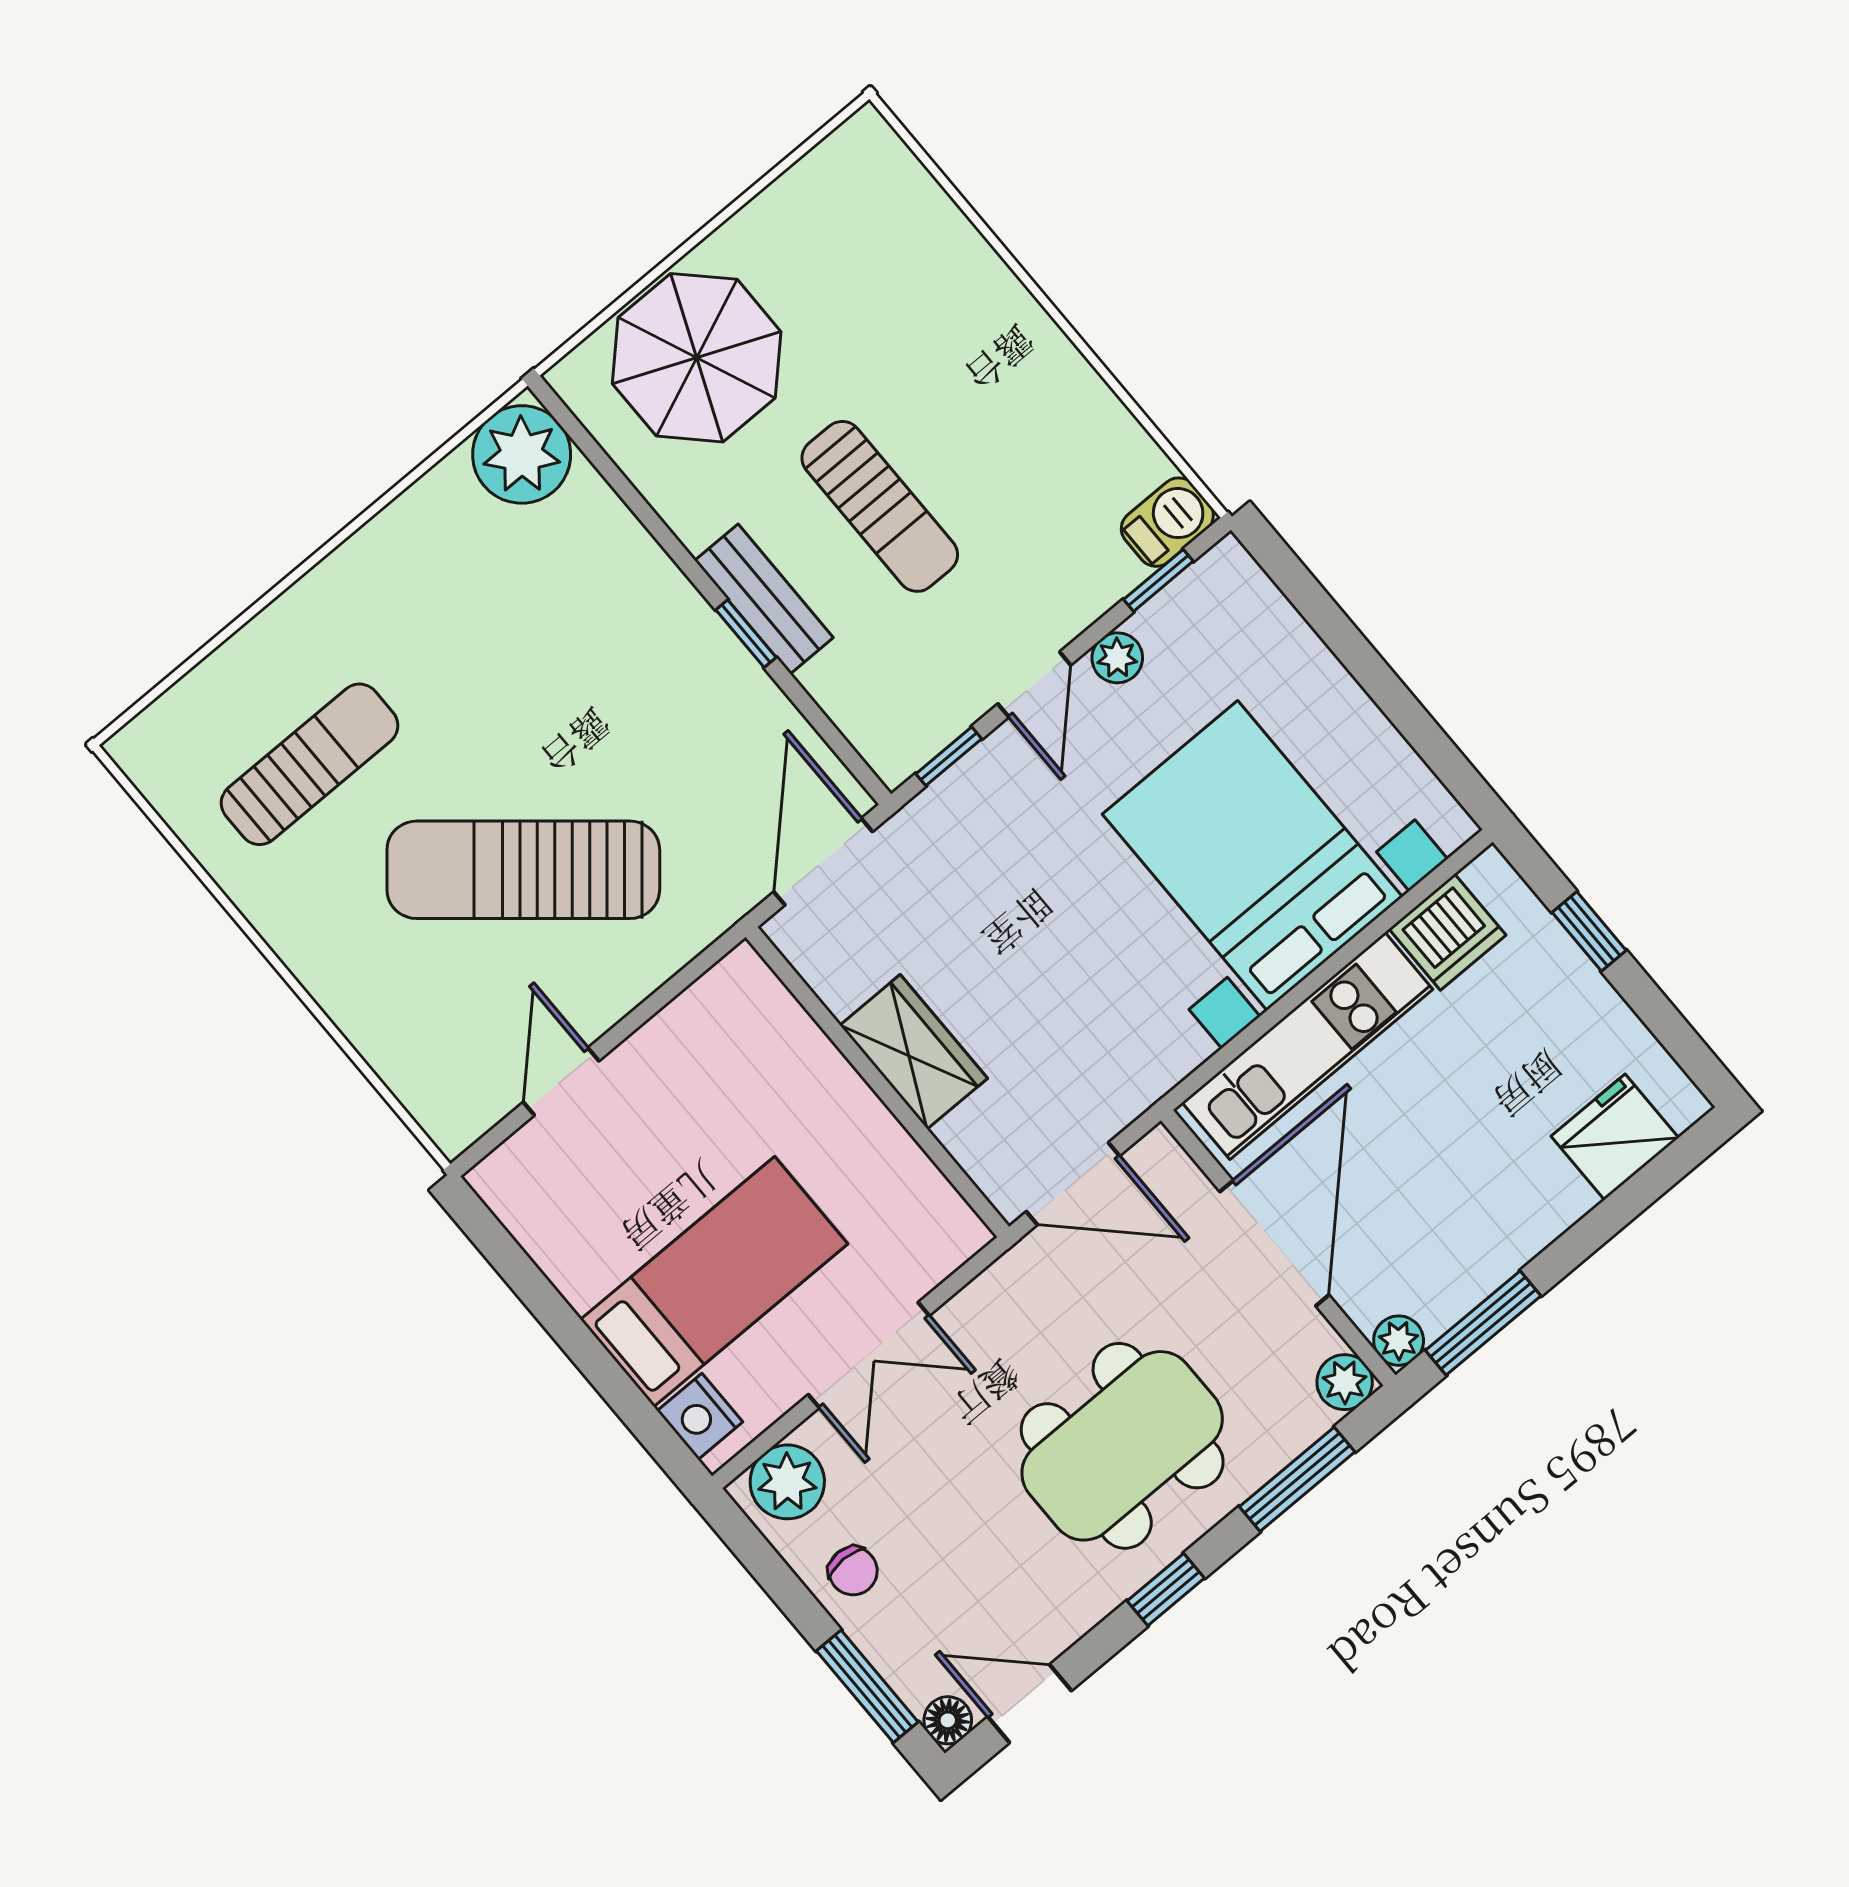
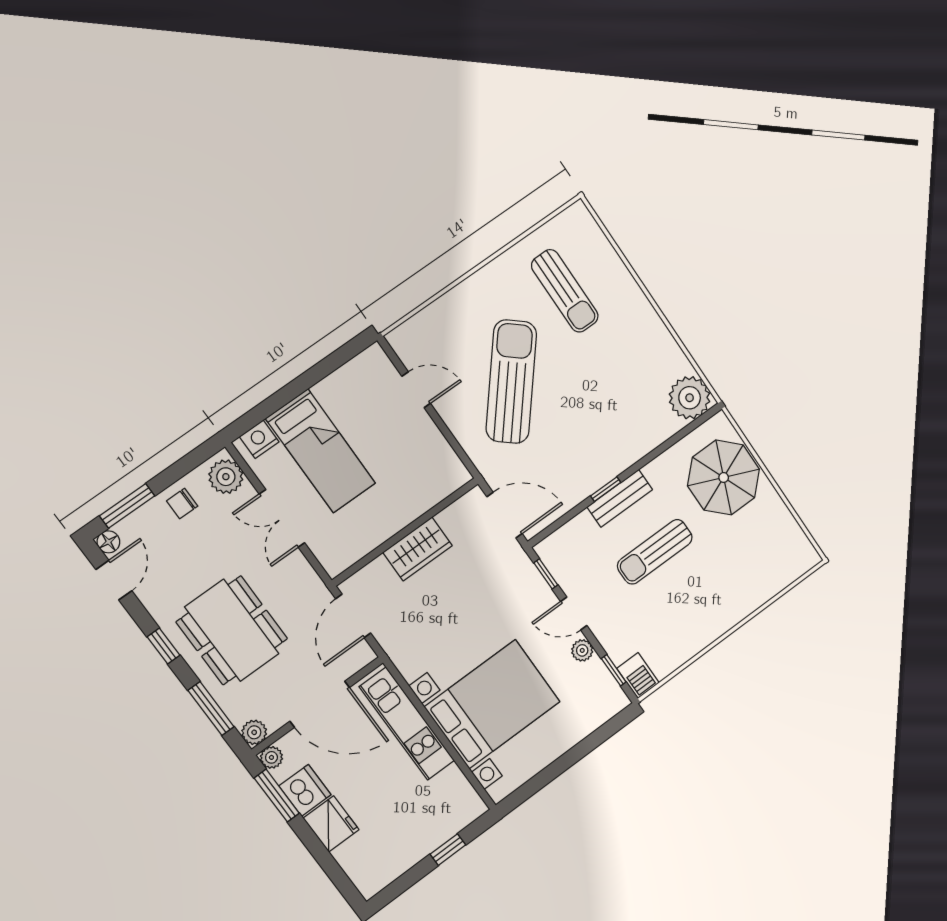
dishwasher: (1447, 932) -> (305, 790), moved, turned 180
fridge: (1615, 1137) -> (331, 824), moved

